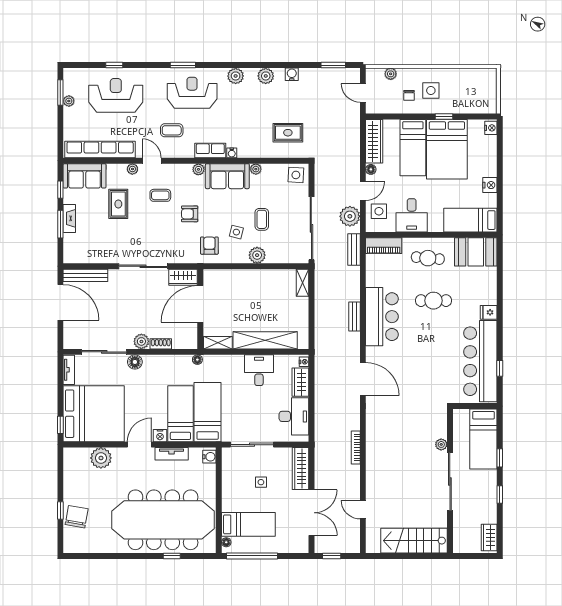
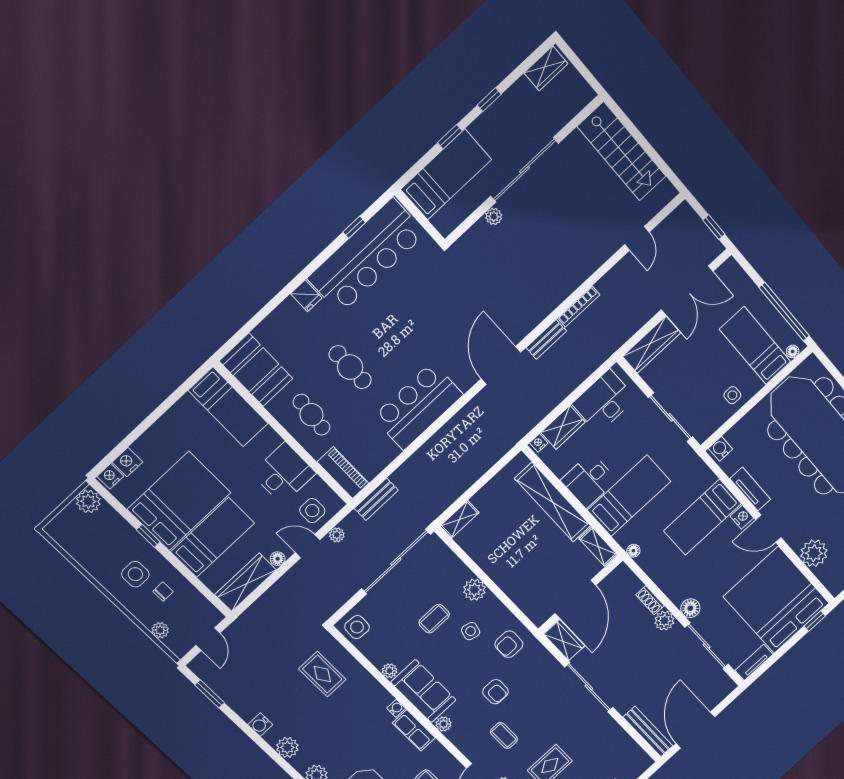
plant: (489, 104) -> (88, 501), added
nightstand: (490, 185) -> (127, 462), moved
plant: (350, 216) -> (337, 535), width x0.53, depth x0.53
door: (200, 304) -> (575, 599), hinge flipped
bench: (354, 316) -> (546, 339), moved
bed: (208, 412) -> (629, 496), moved, turned 180
side table: (261, 482) -> (732, 395), moved
double door: (311, 513) -> (687, 291), swing flipped

